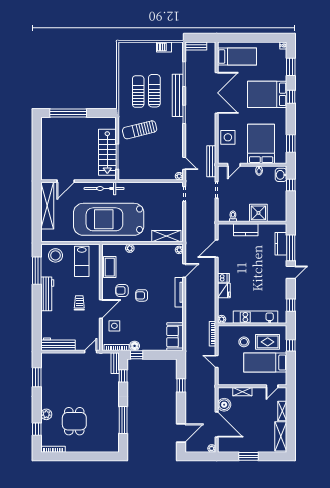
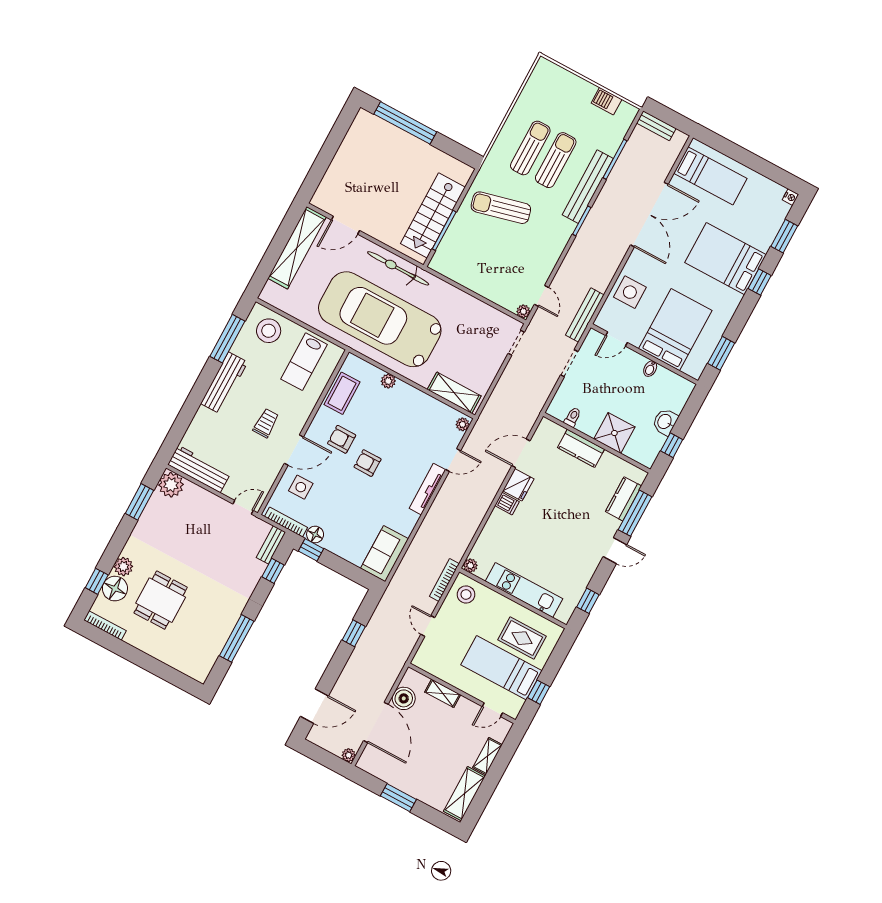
washbasin: (281, 175) -> (665, 422), moved
window: (291, 185) -> (672, 445), moved
fridge: (224, 290) -> (518, 485), moved
stool: (244, 342) -> (466, 594), moved
window: (291, 345) -> (539, 692), moved
plant: (48, 360) -> (171, 485), added
floor lamp: (48, 428) -> (115, 589), added

